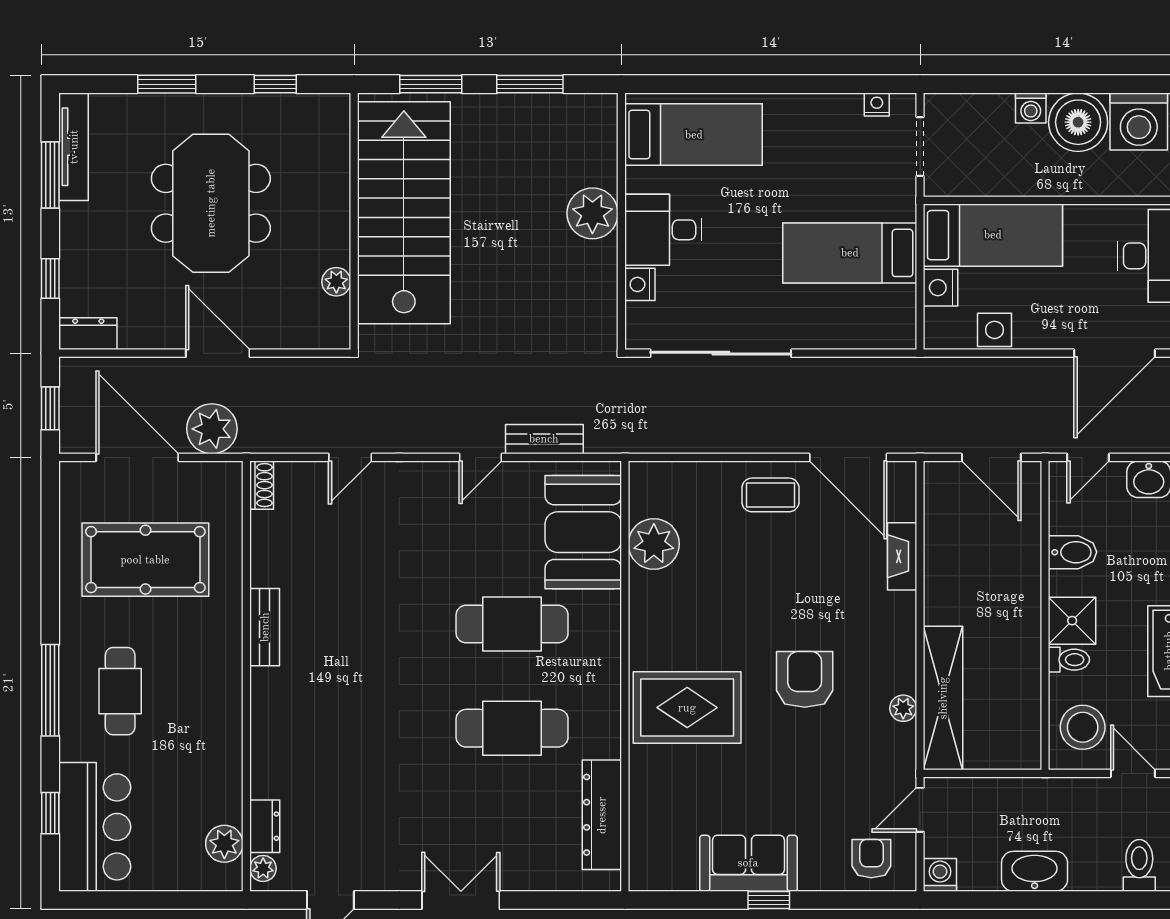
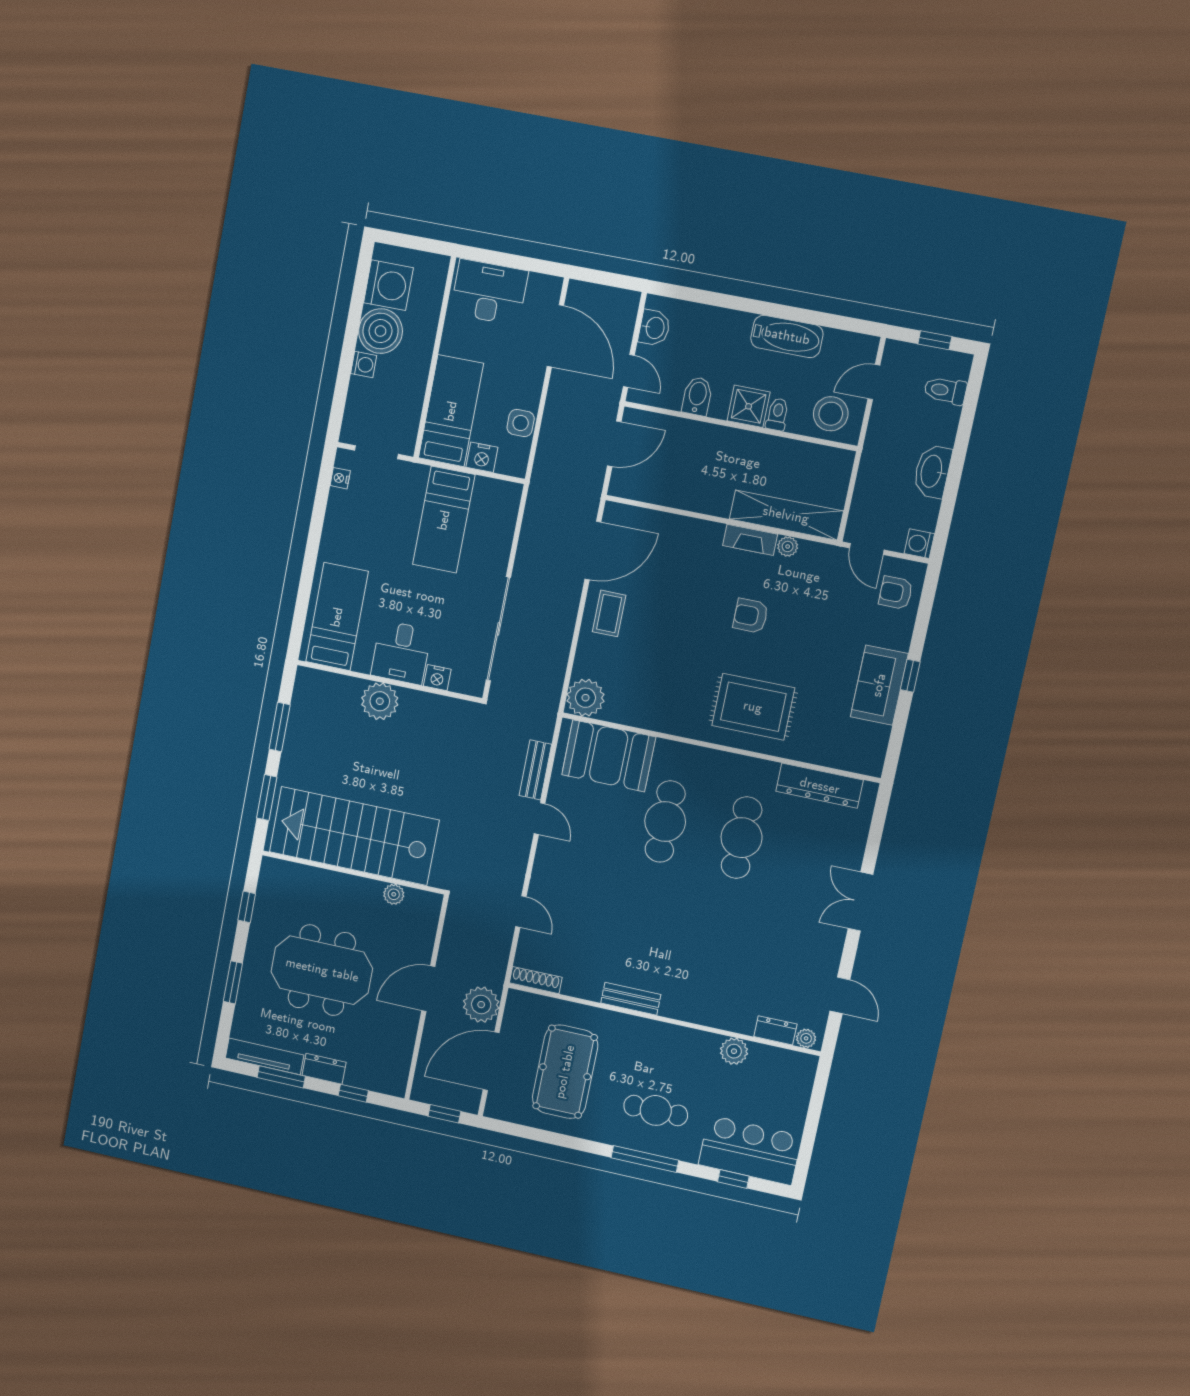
dresser: (88, 334) -> (324, 1069), moved, turned 90
shoe rack: (262, 485) -> (536, 980), width x1.43
plant: (654, 544) -> (586, 698), moved
fireplace: (902, 556) -> (750, 540), moved
armchair: (805, 679) -> (751, 616), width x0.72, depth x0.72
rug: (687, 708) -> (753, 707), turned 90
plant: (224, 844) -> (734, 1051), moved

